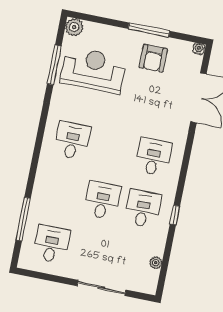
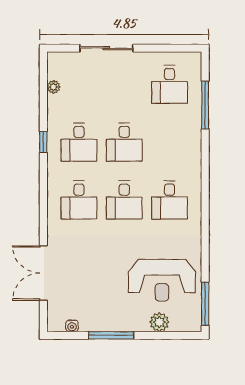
plant: (74, 27) -> (159, 322), moved
water cooler: (199, 49) -> (72, 326), moved
armchair: (153, 58) -> (100, 306), removed
window: (54, 65) -> (205, 304), moved
desk: (113, 149) -> (124, 200), added

